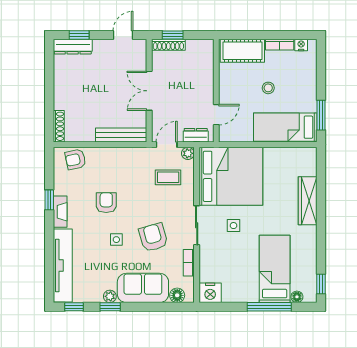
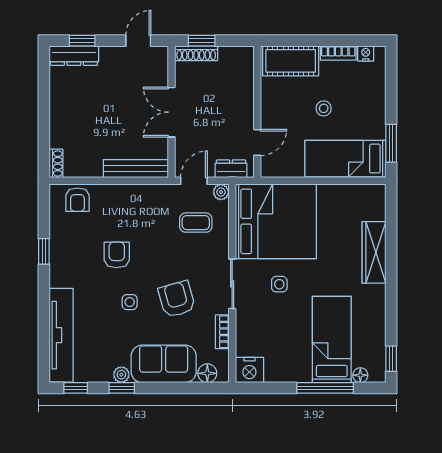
shoe rack: (59, 126) -> (56, 163), width x0.70
armchair: (75, 159) -> (77, 200), turned -78
fireplace: (60, 212) -> (58, 267), removed

